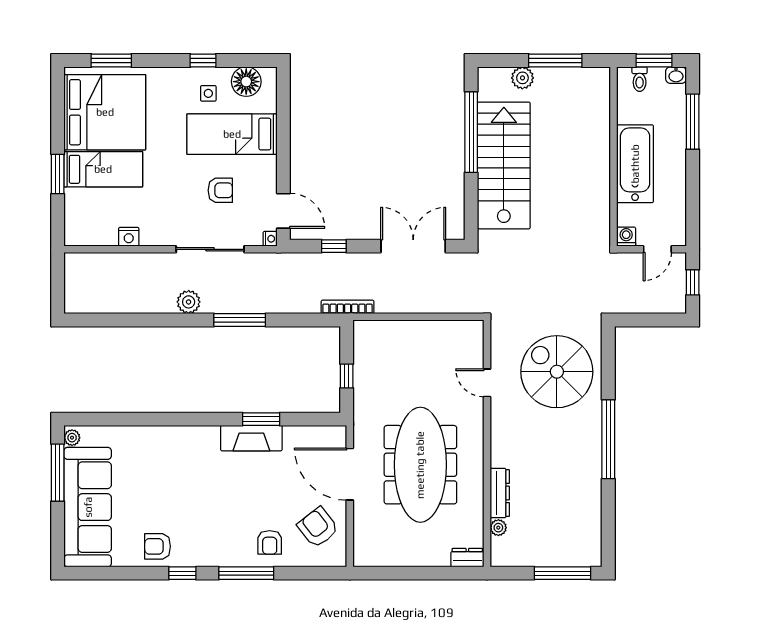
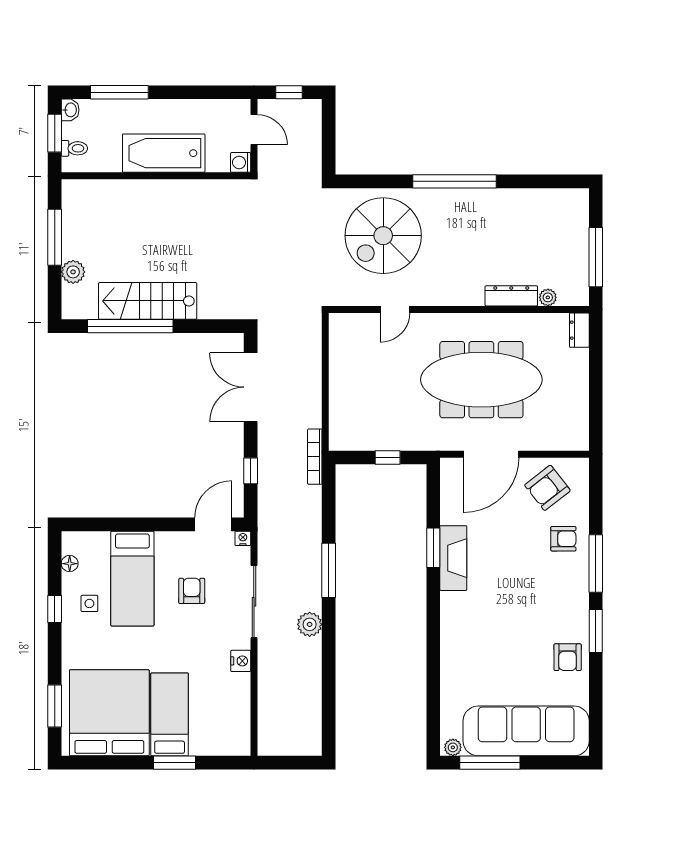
floor lamp: (246, 82) -> (70, 564), width x0.53, depth x0.53
stairs: (504, 165) -> (148, 301), width x0.73, depth x0.66
nightstand: (129, 237) -> (241, 661), moved
window: (182, 573) -> (596, 631), width x1.50
window: (563, 573) -> (596, 257), moved

